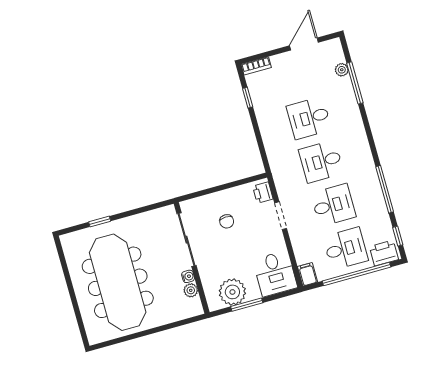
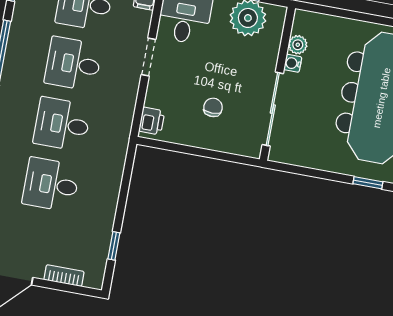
bookcase: (256, 66) -> (64, 276), moved
desk: (309, 118) -> (51, 185), turned 180
desk: (321, 161) -> (62, 124), turned 180
doorway: (281, 216) -> (149, 57), moved

